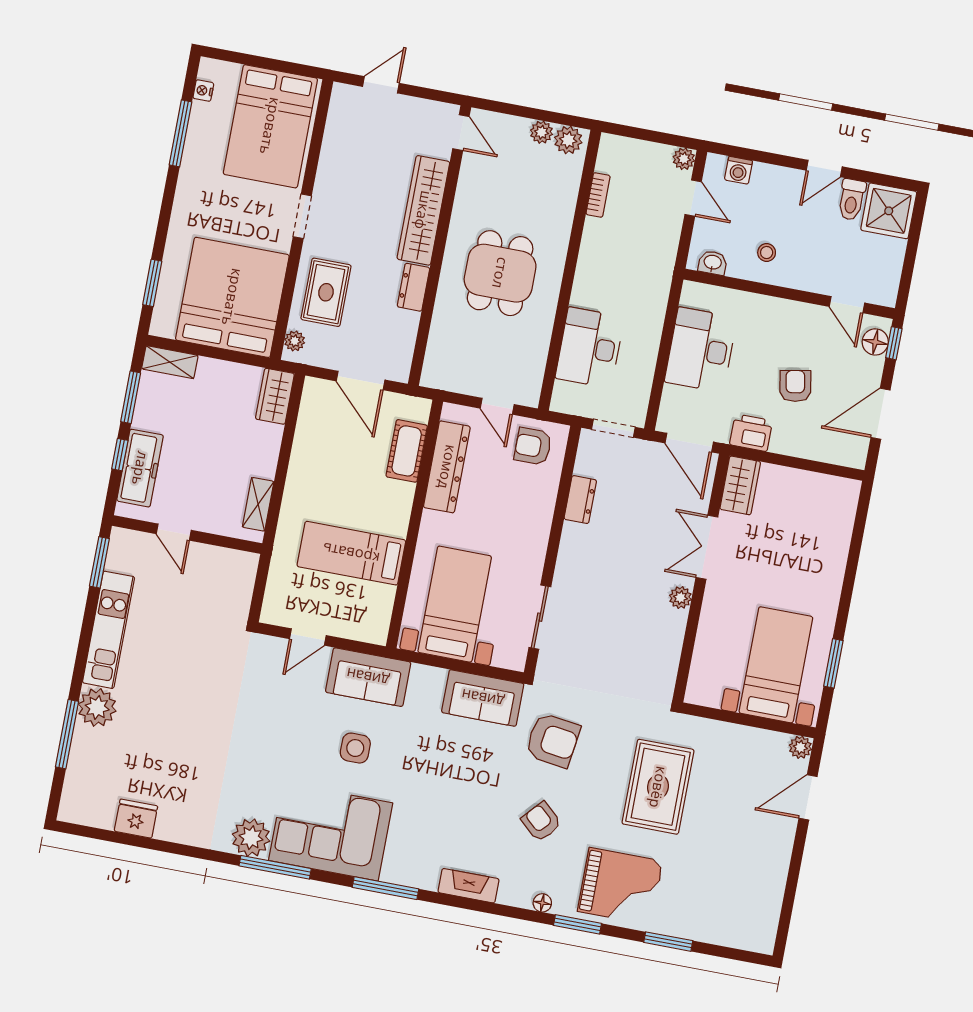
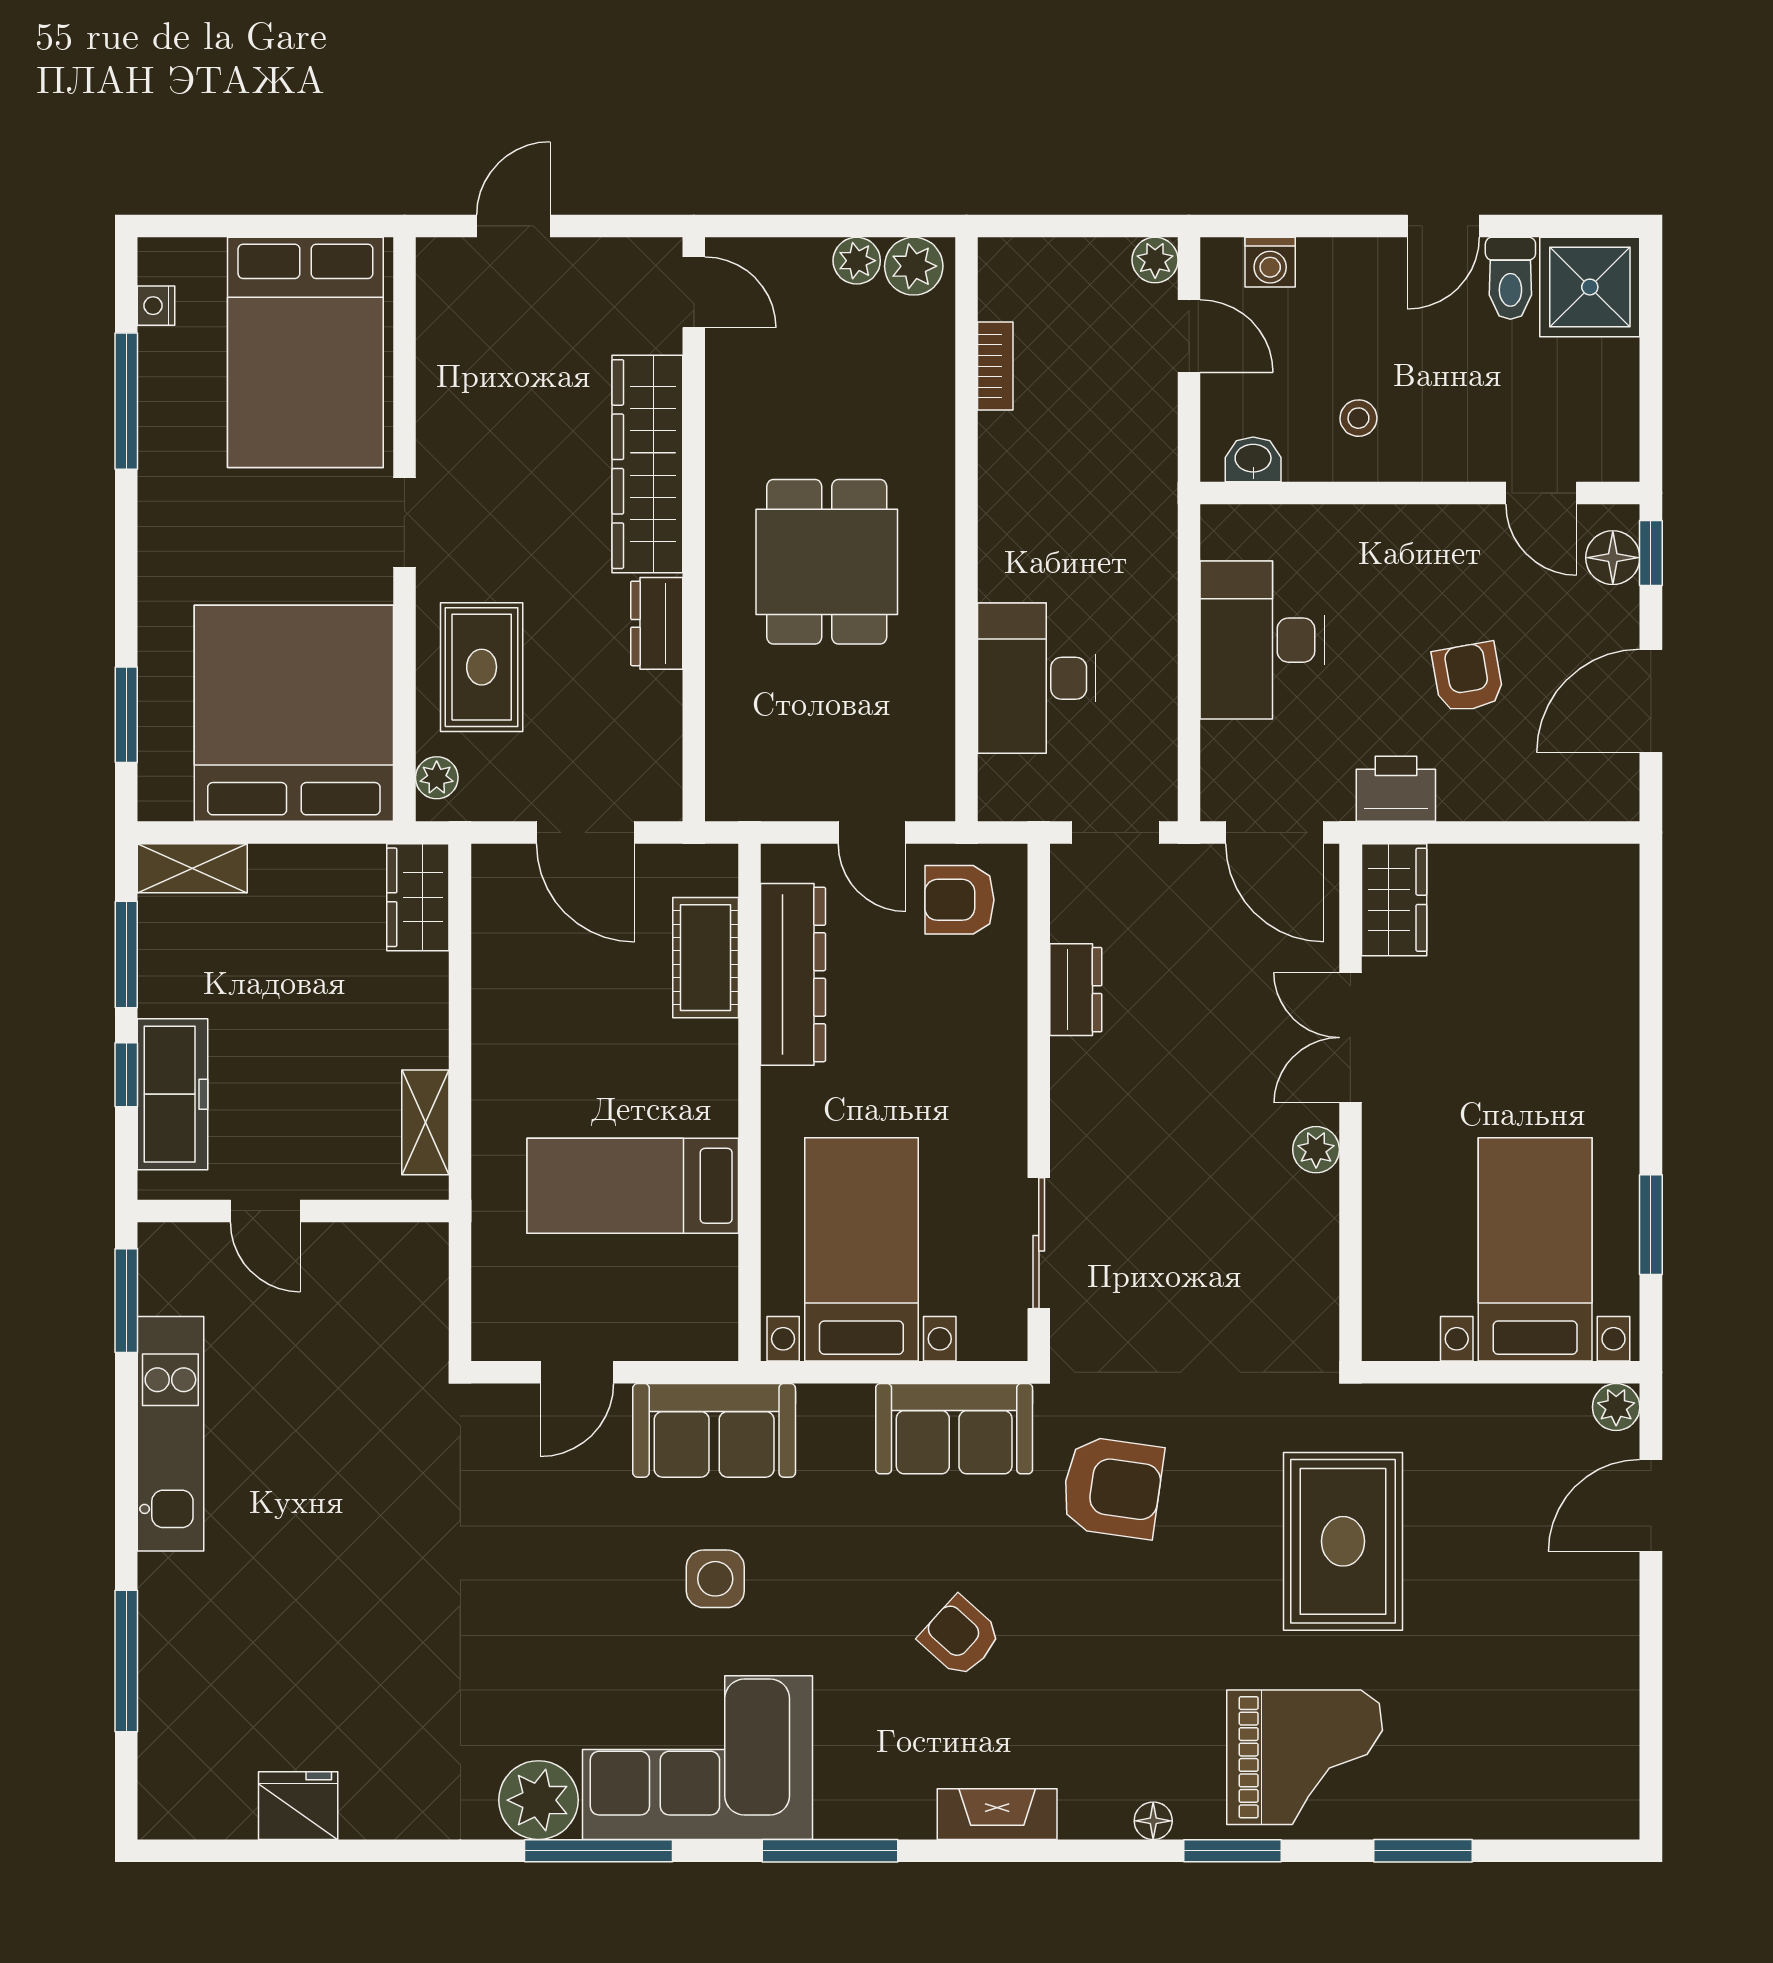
plant: (97, 707) -> (177, 1595), removed
armchair: (541, 822) -> (960, 1637), moved

